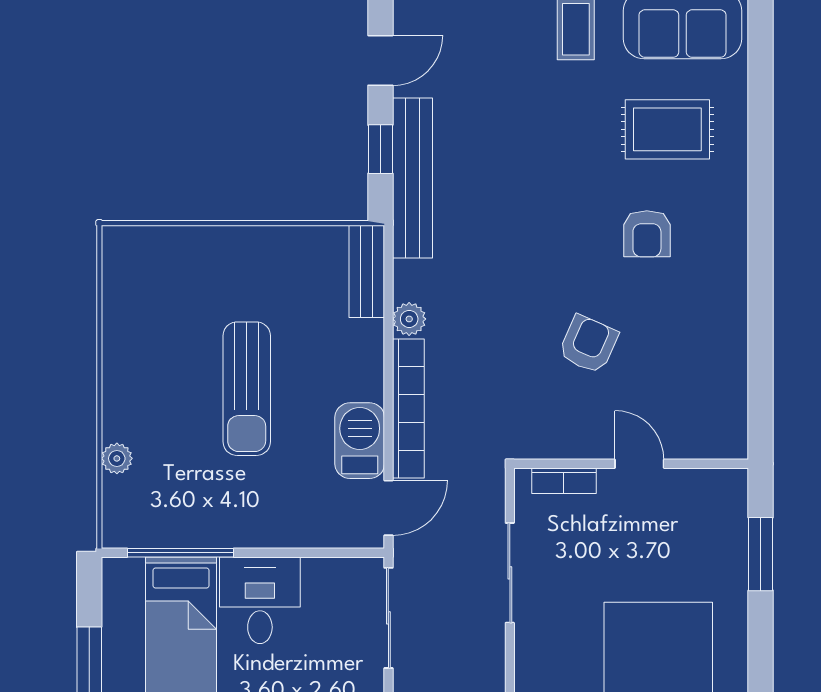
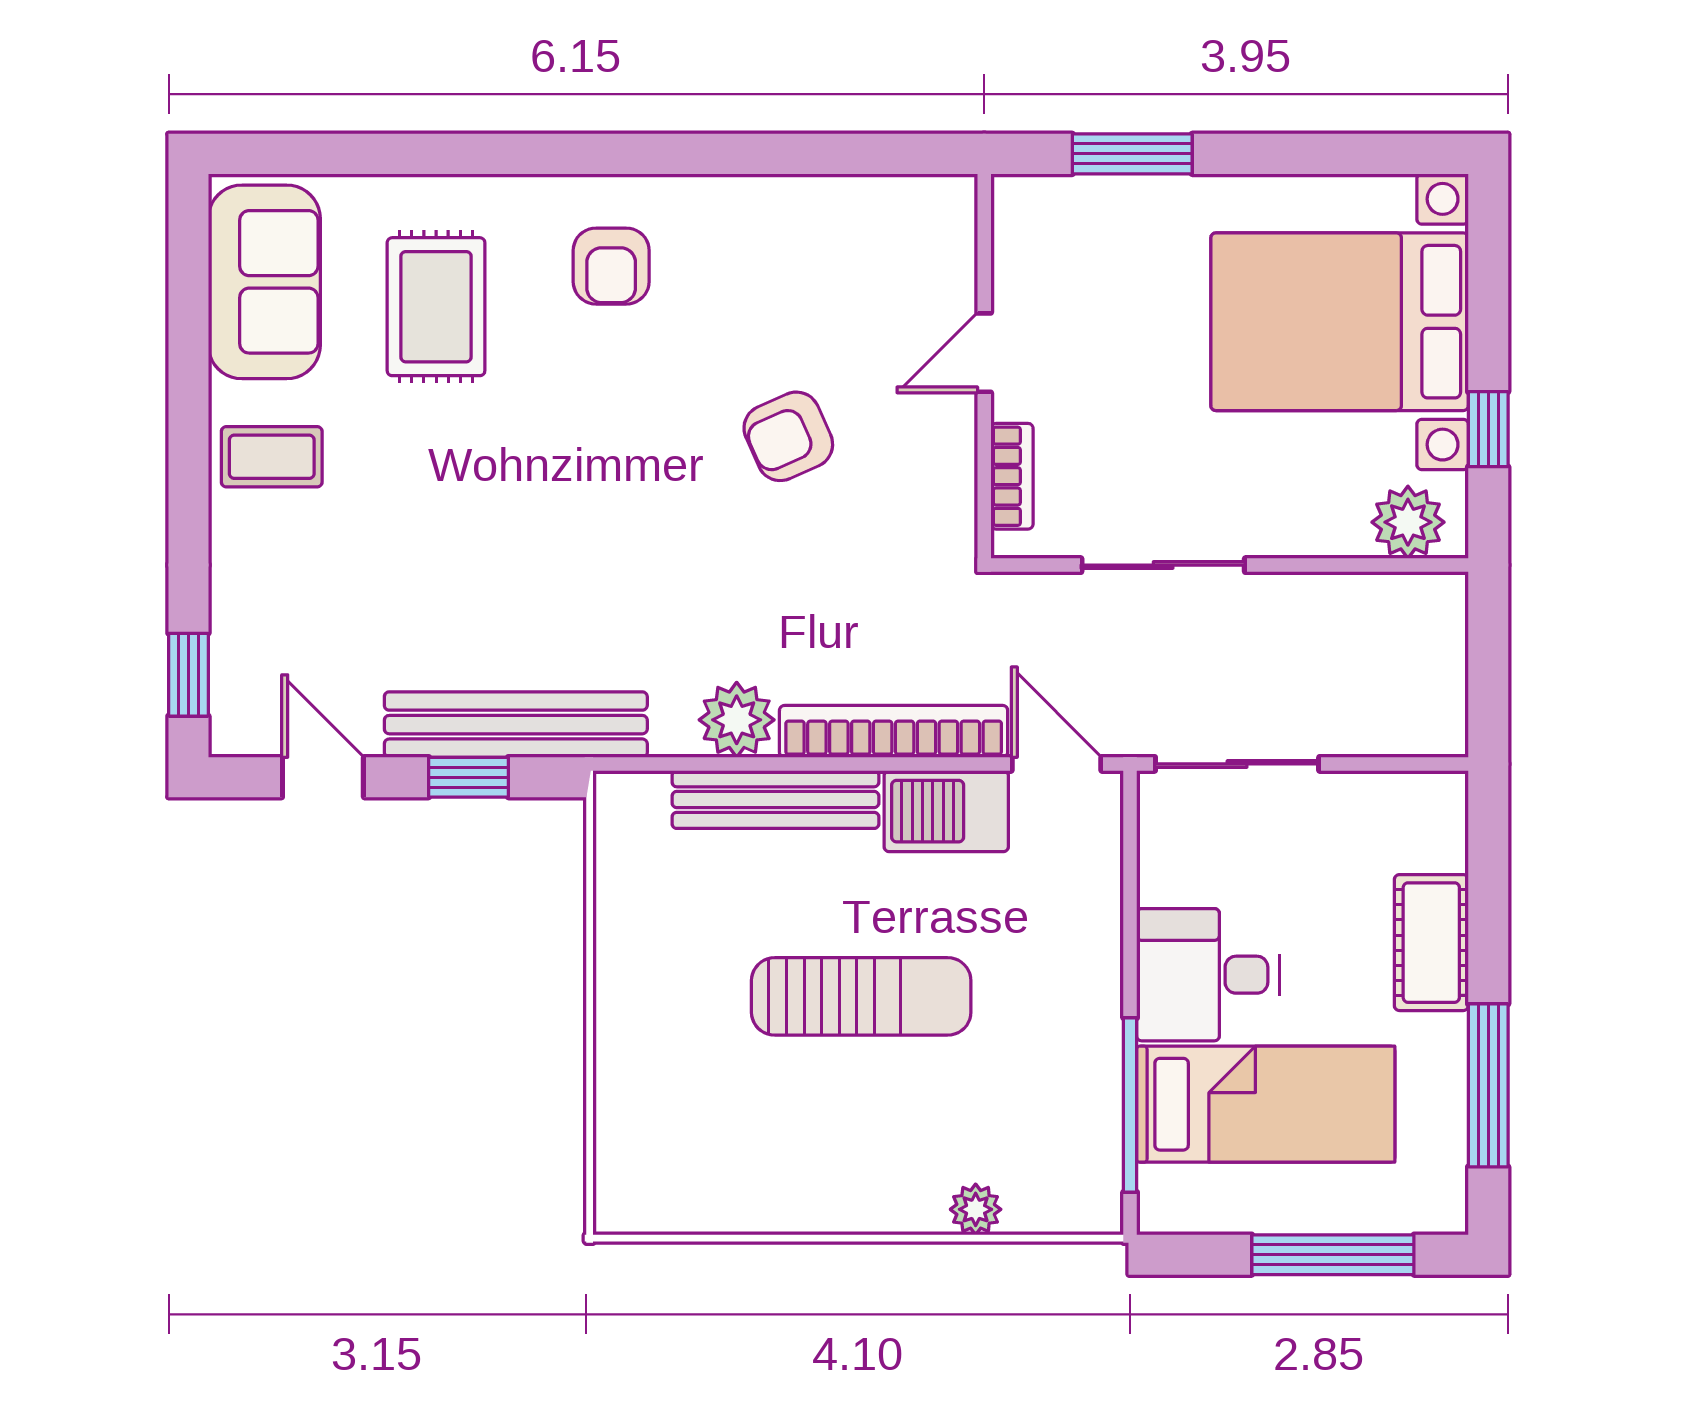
armchair: (647, 234) -> (611, 266), moved, turned 90
bench: (367, 271) -> (775, 800), moved, width x1.36
plant: (409, 319) -> (737, 720), width x1.38, depth x1.38
armchair: (588, 344) -> (788, 436), turned -48

